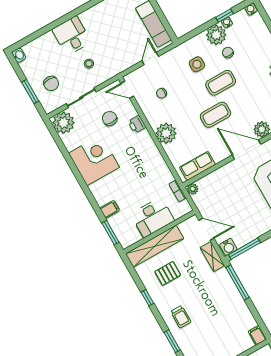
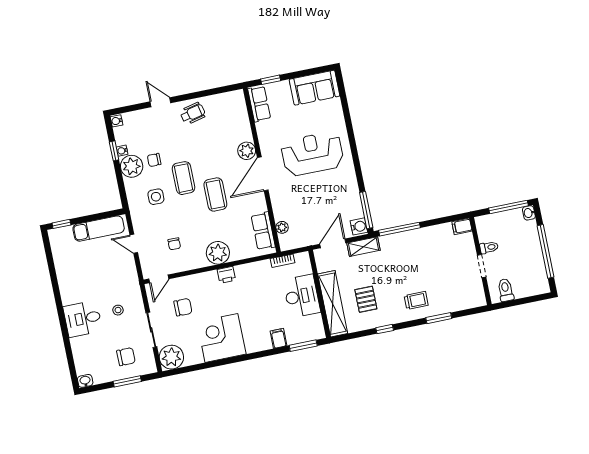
chair: (110, 119) -> (183, 307), turned 180
printer: (137, 124) -> (226, 275), moved
plant: (193, 189) -> (282, 227), moved

